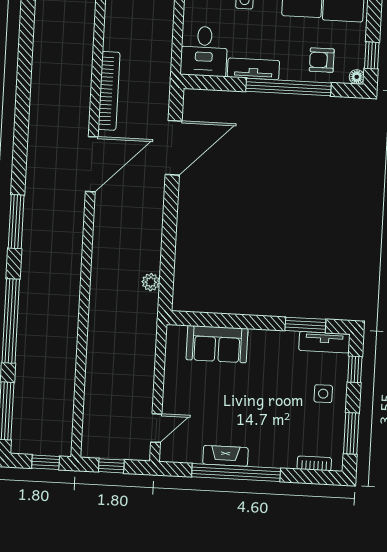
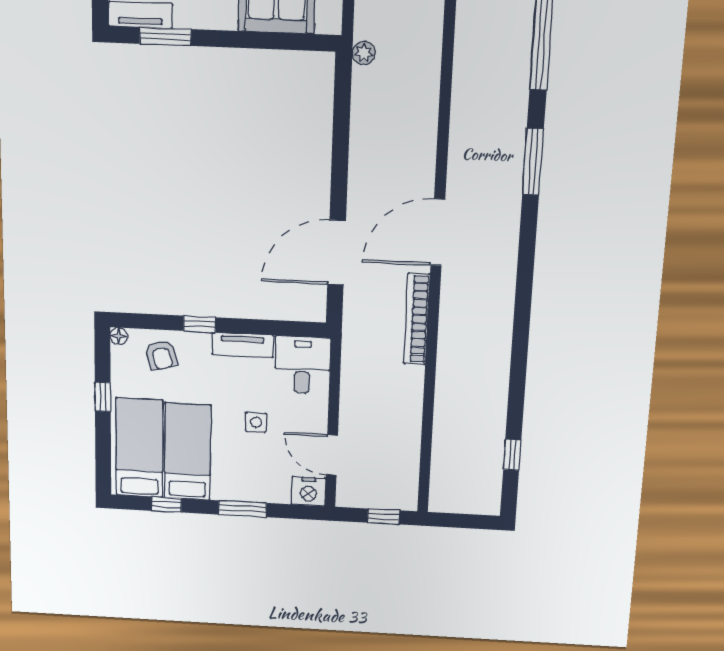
window: (372, 55) -> (103, 397), moved
armchair: (322, 60) -> (162, 355), turned 76
window: (289, 87) -> (200, 324), width x0.32
plant: (151, 282) -> (364, 53), moved

